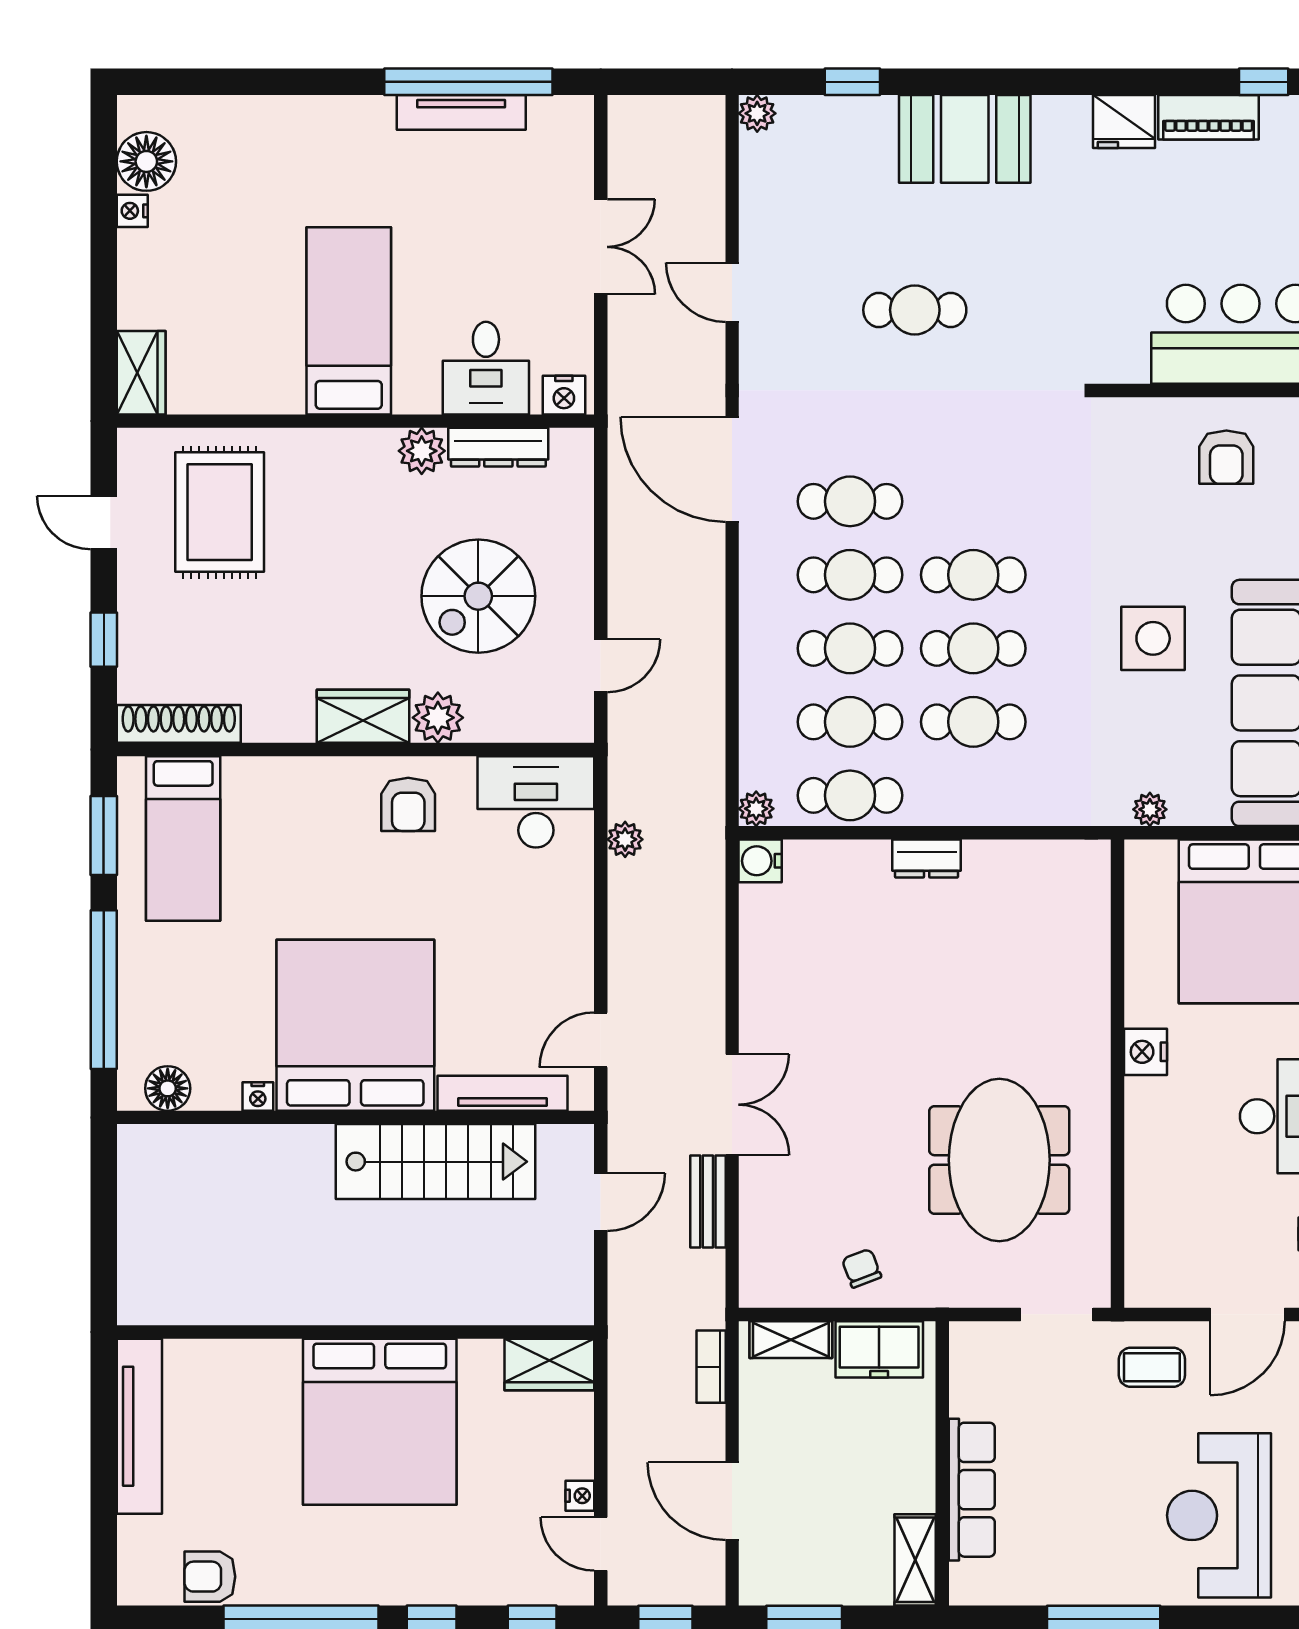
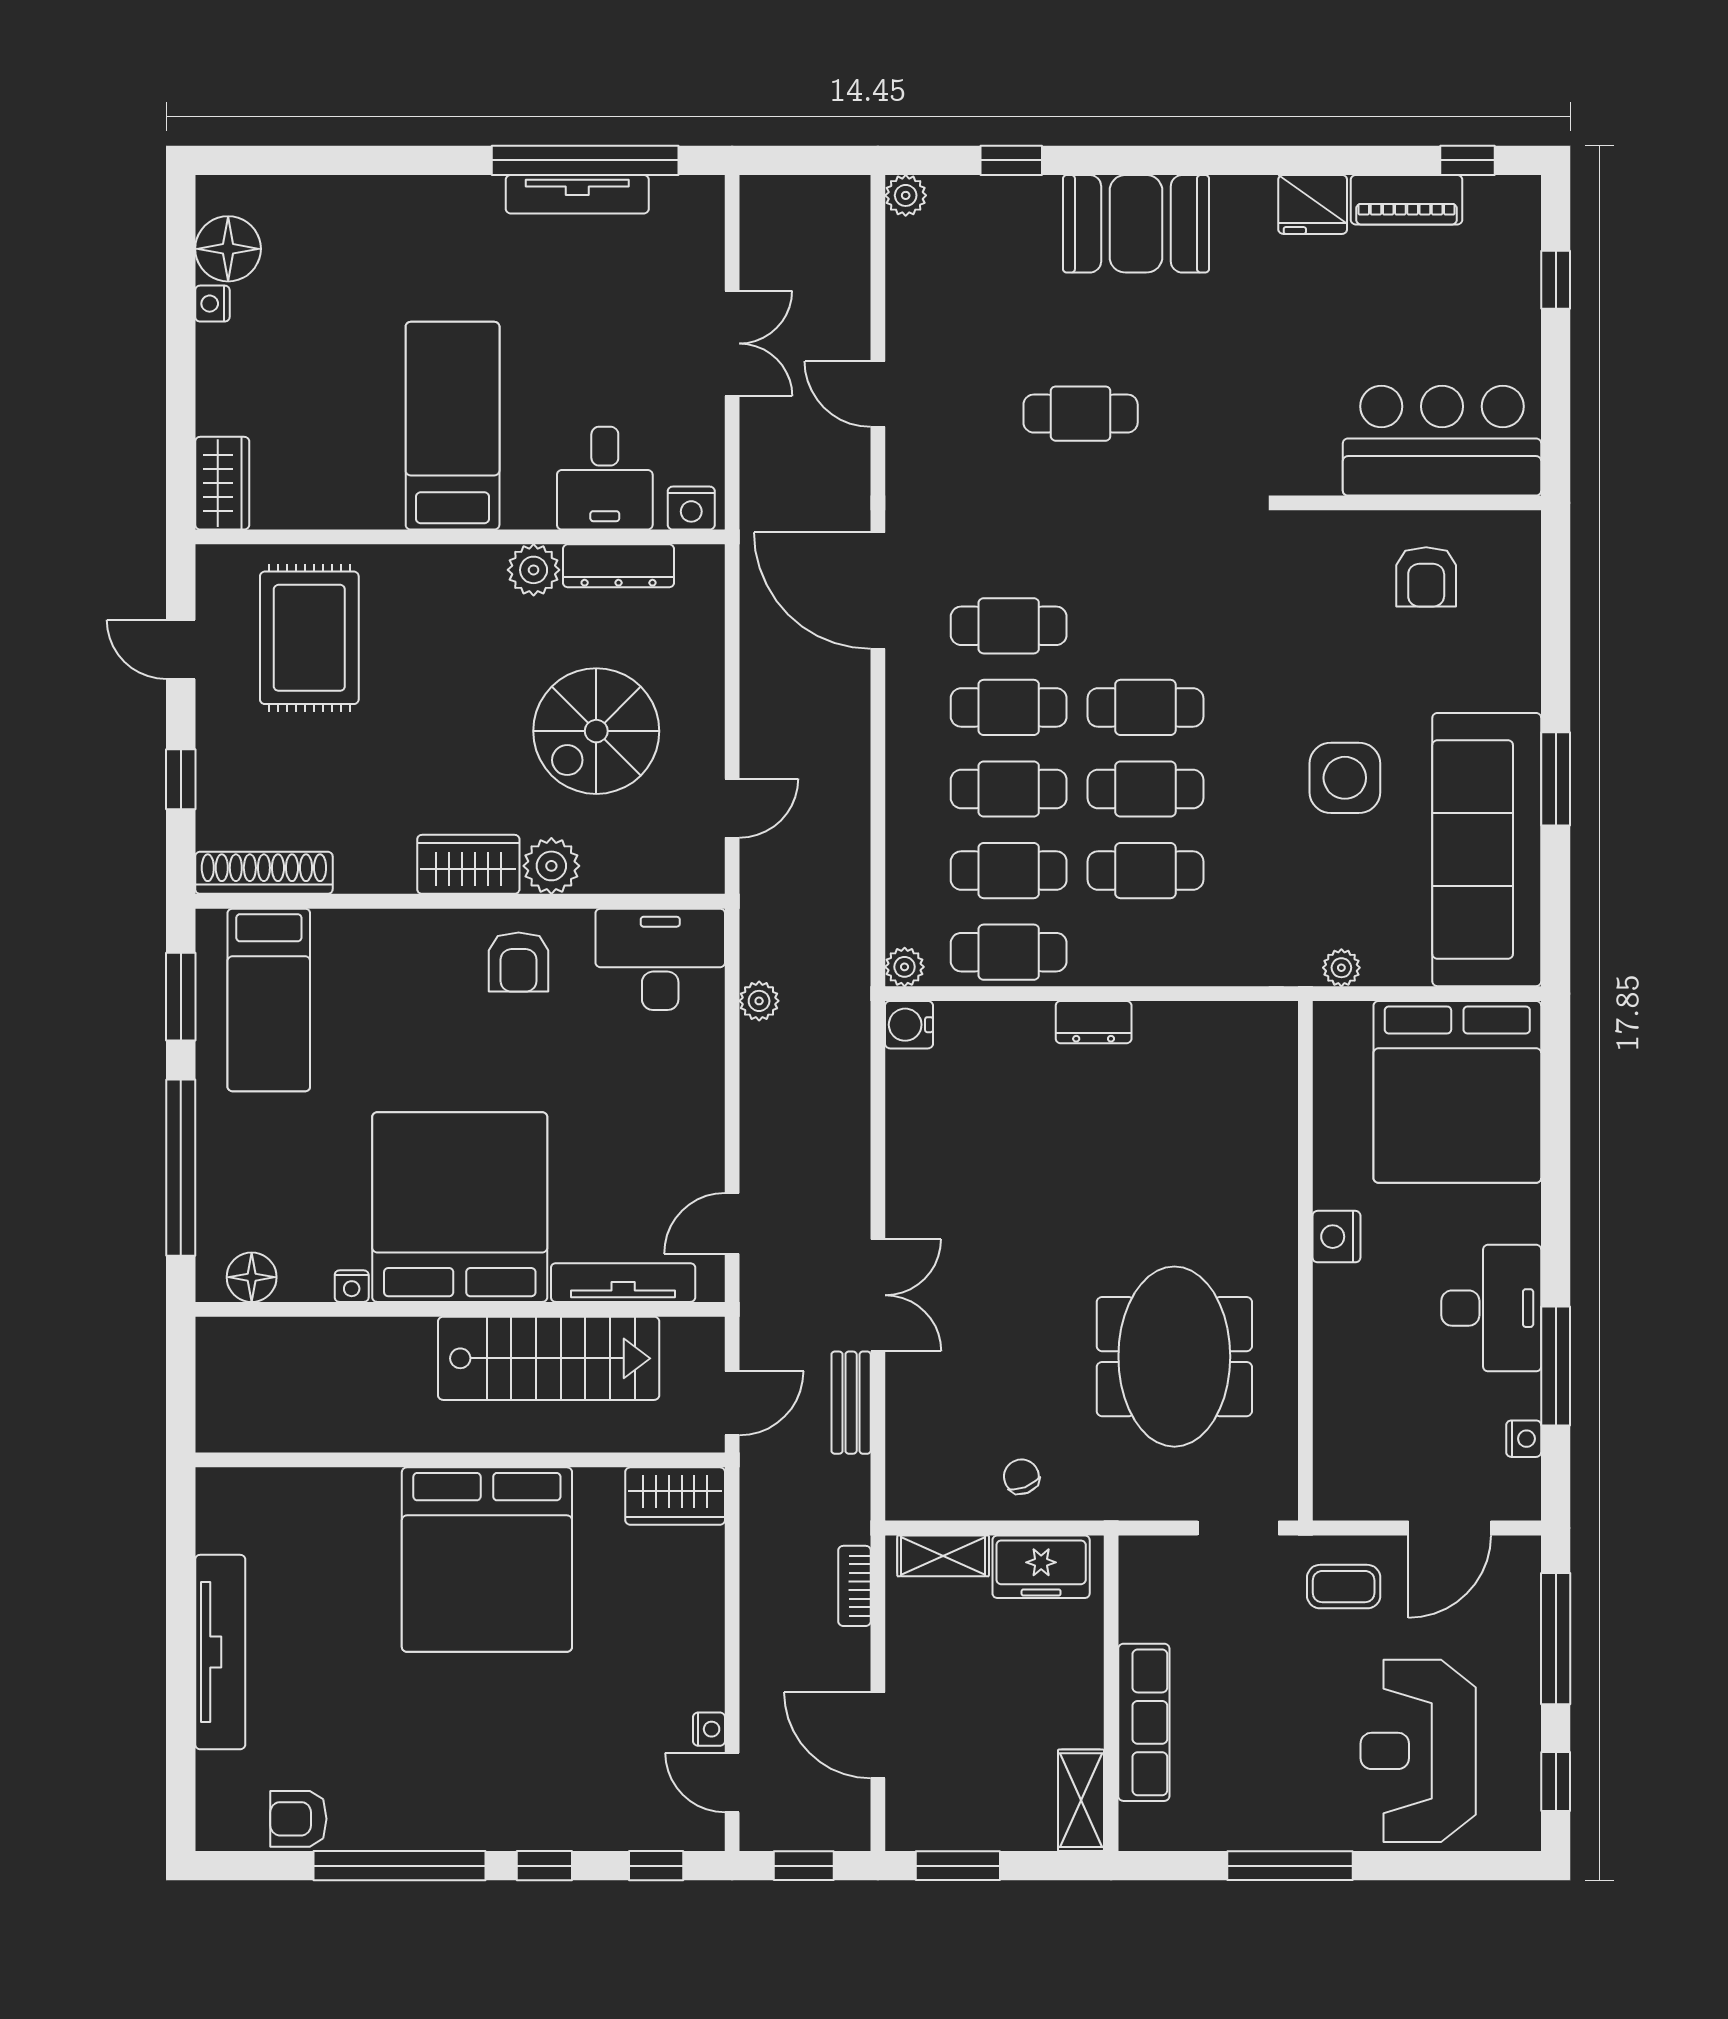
wall: (356, 1332) -> (460, 1460), moved
wardrobe: (549, 1365) -> (675, 1496), moved
bed: (380, 1422) -> (487, 1560), moved

